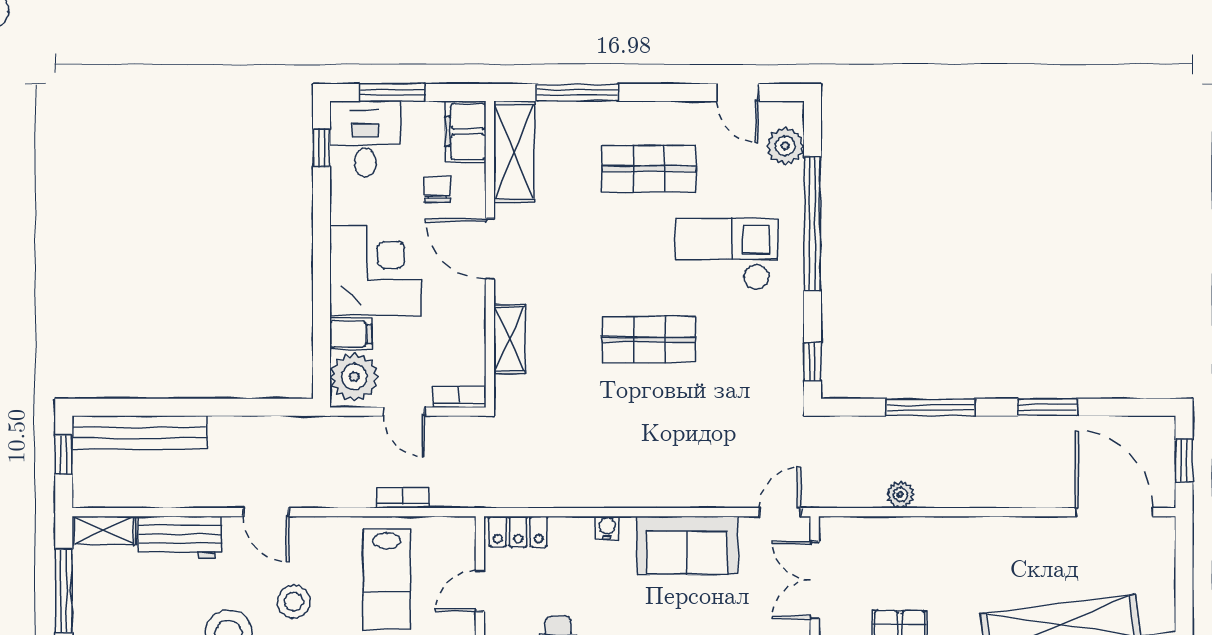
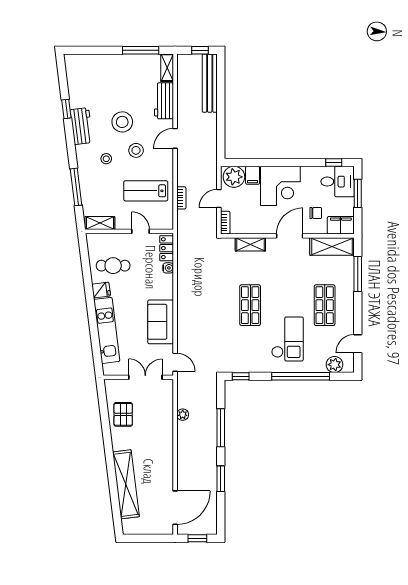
water cooler: (607, 528) -> (168, 268), moved

